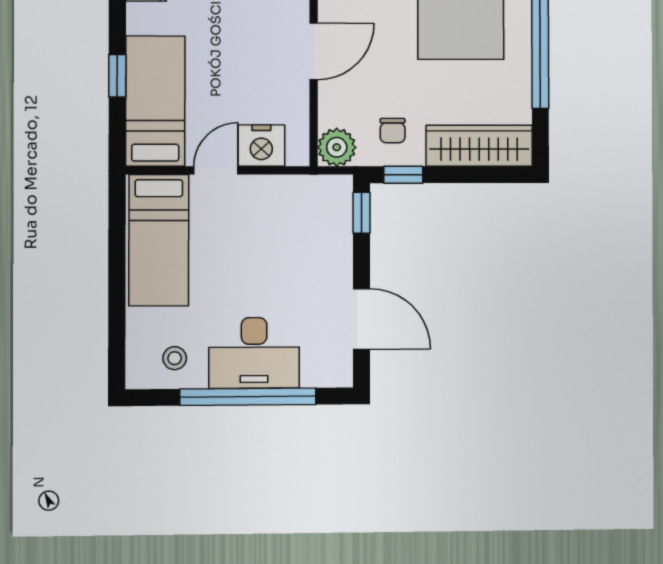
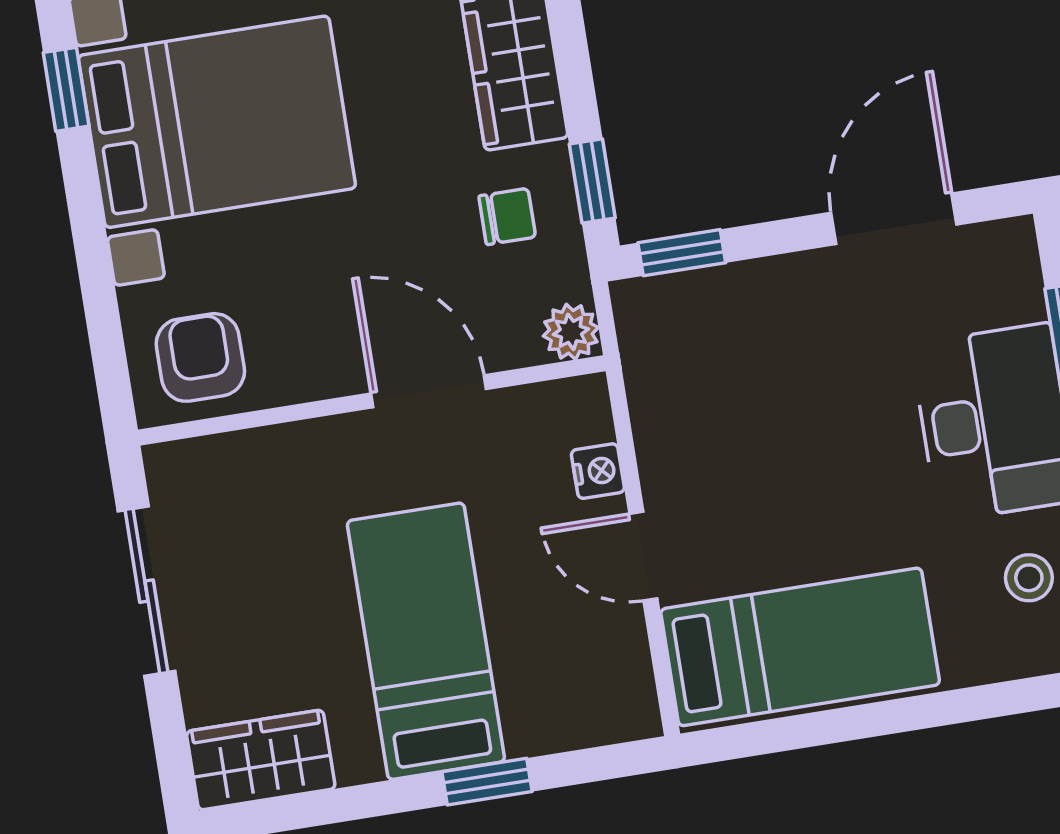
door: (314, 51) -> (429, 391), moved
bed: (155, 101) -> (426, 641), moved, turned 90
nightstand: (261, 146) -> (598, 471), width x0.53, depth x0.56
plant: (337, 147) -> (571, 332), width x0.73, depth x0.73

